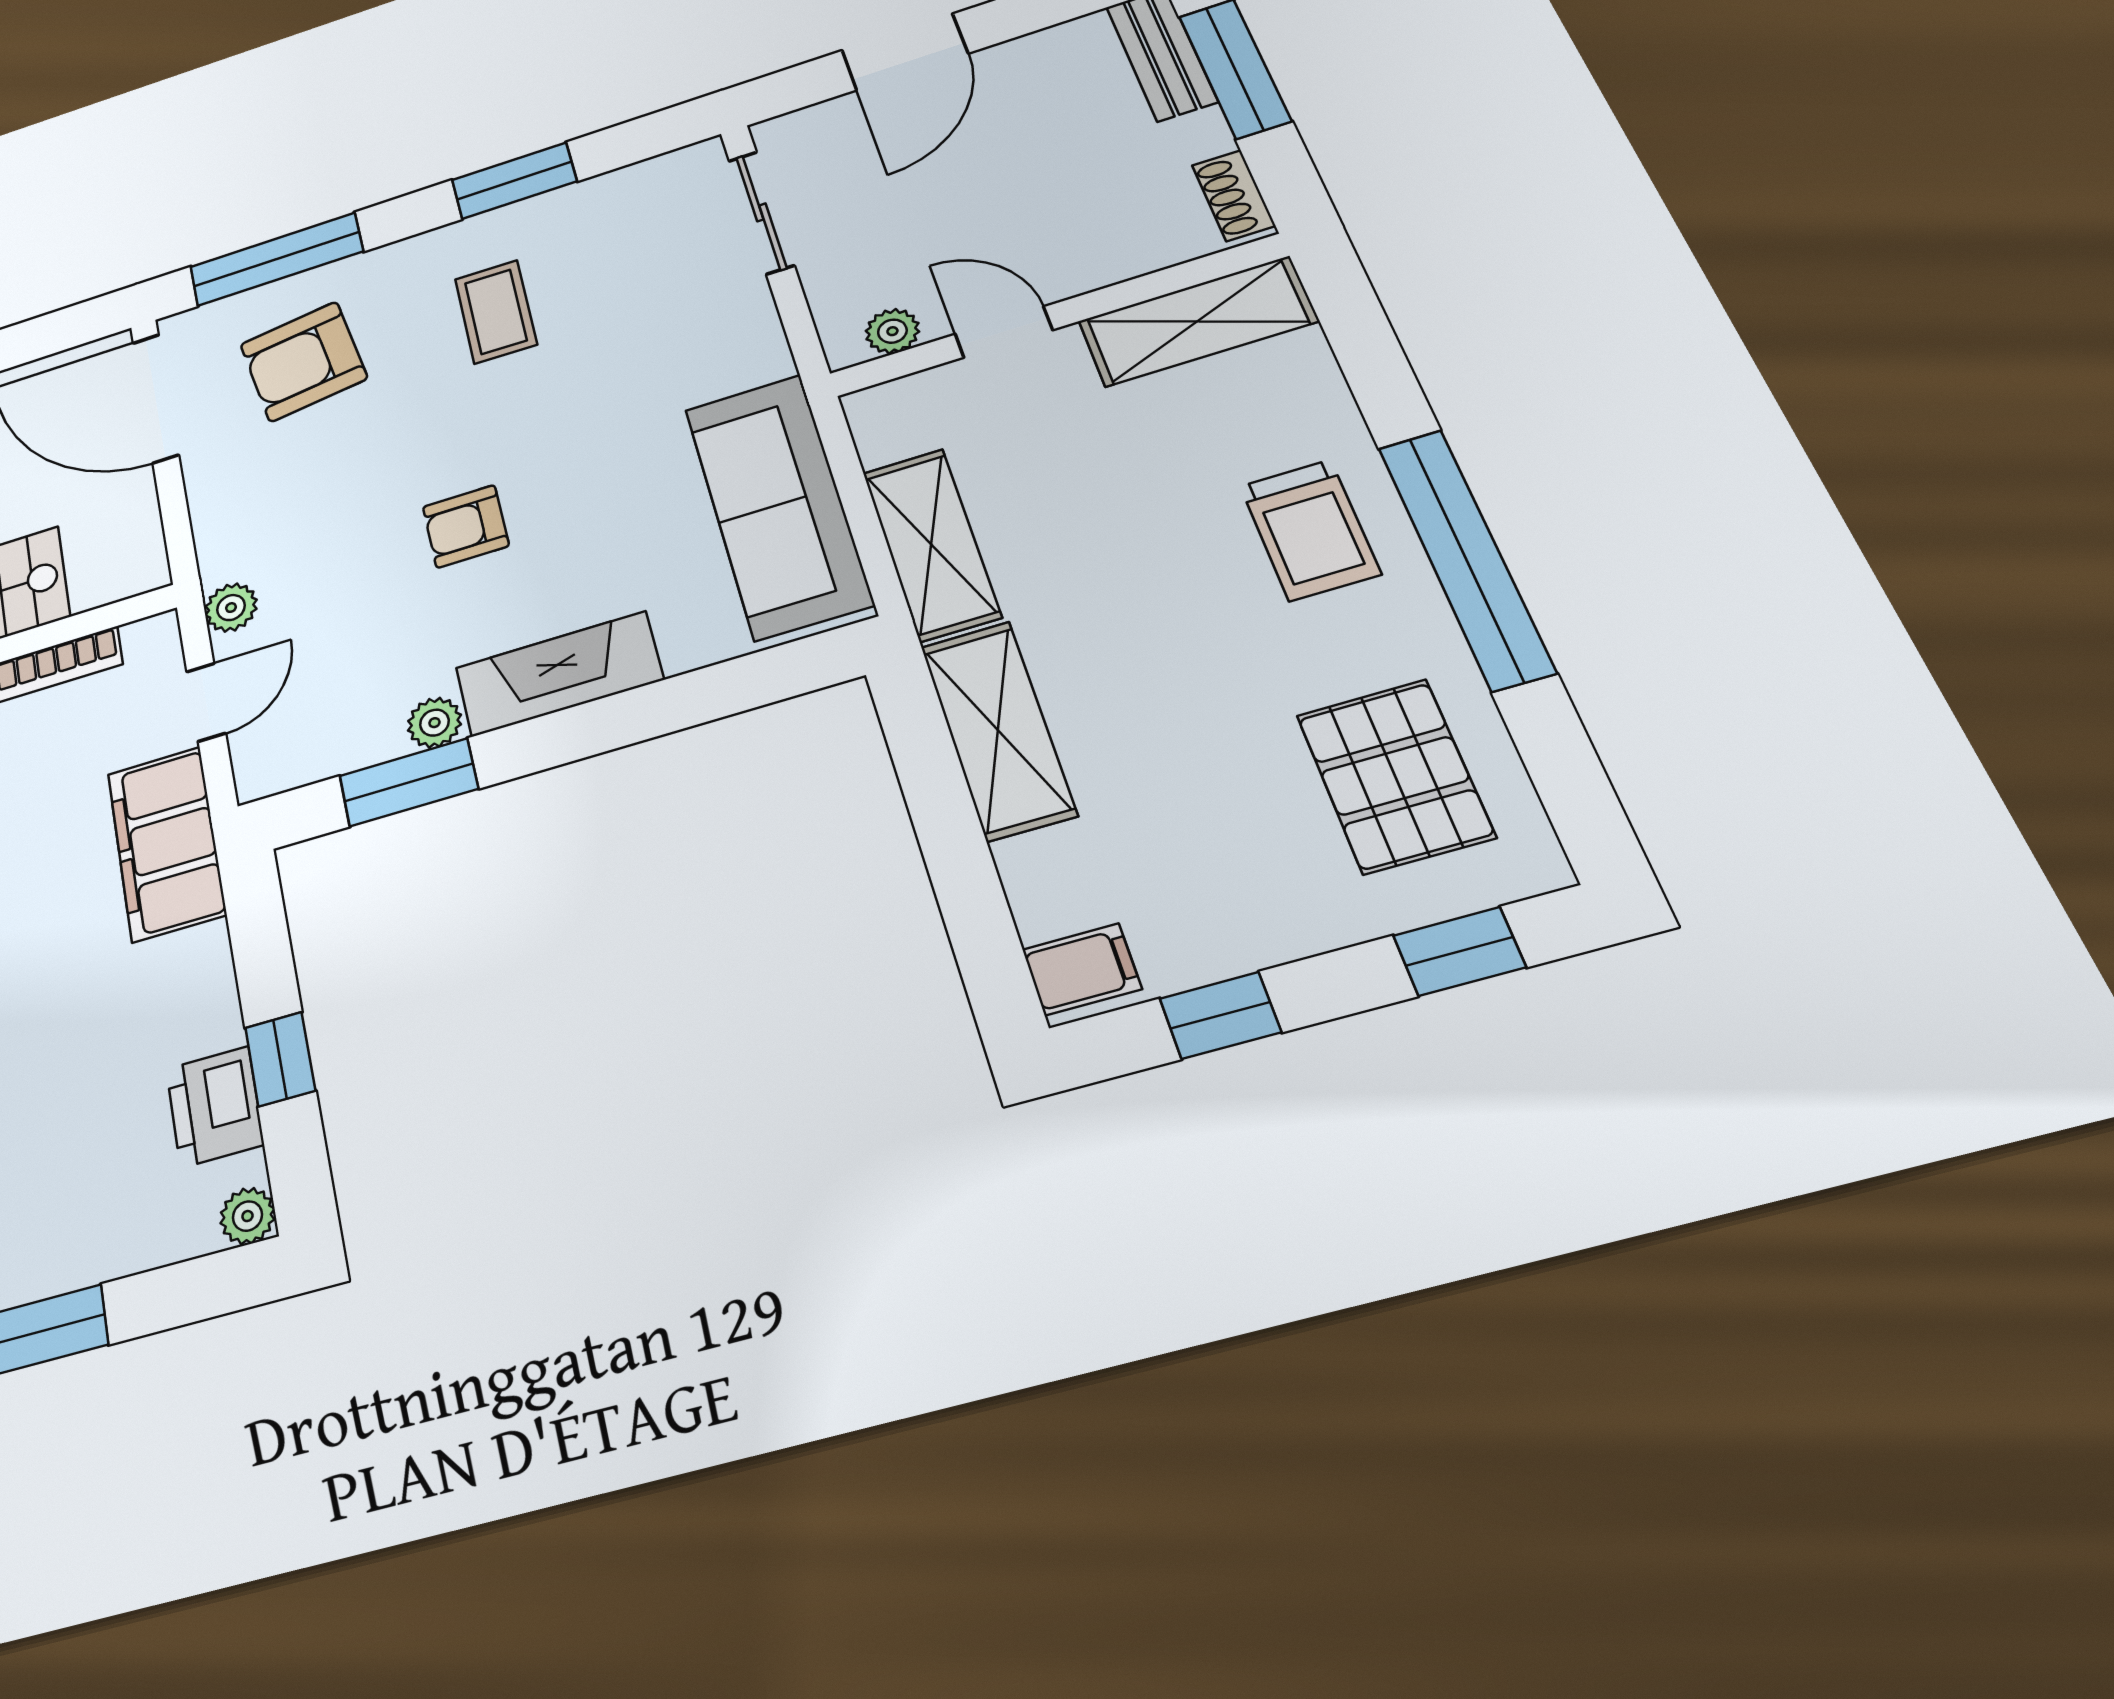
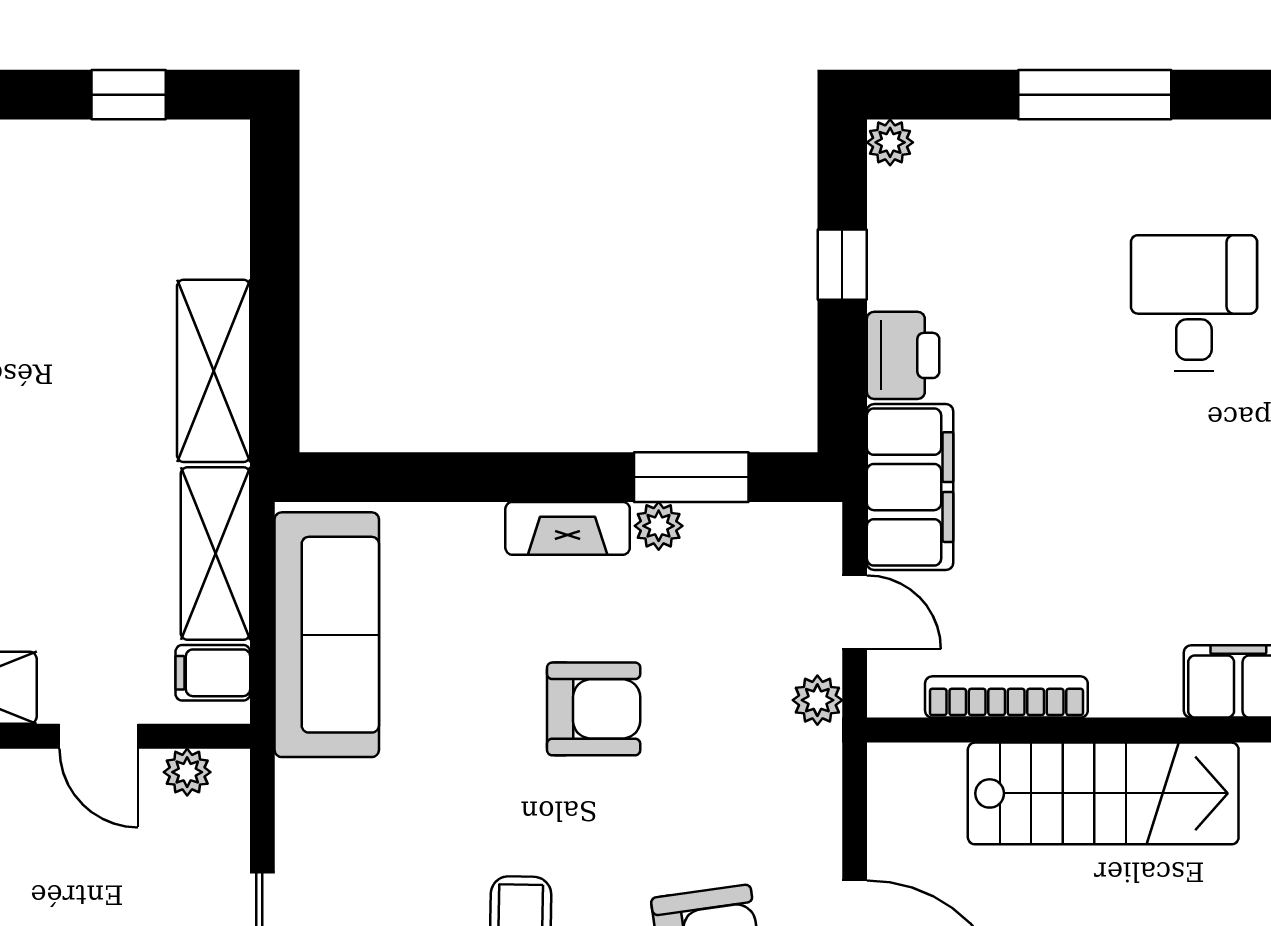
armchair: (466, 526) -> (594, 709), width x1.38, depth x1.38
fireplace: (559, 674) -> (568, 528), width x0.73, depth x0.76
door: (206, 702) -> (855, 612), swing flipped
filing cabinet: (1082, 969) -> (213, 673), moved
printer: (215, 1107) -> (903, 355), moved

